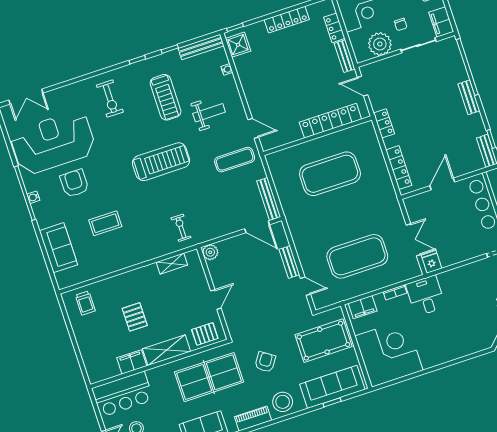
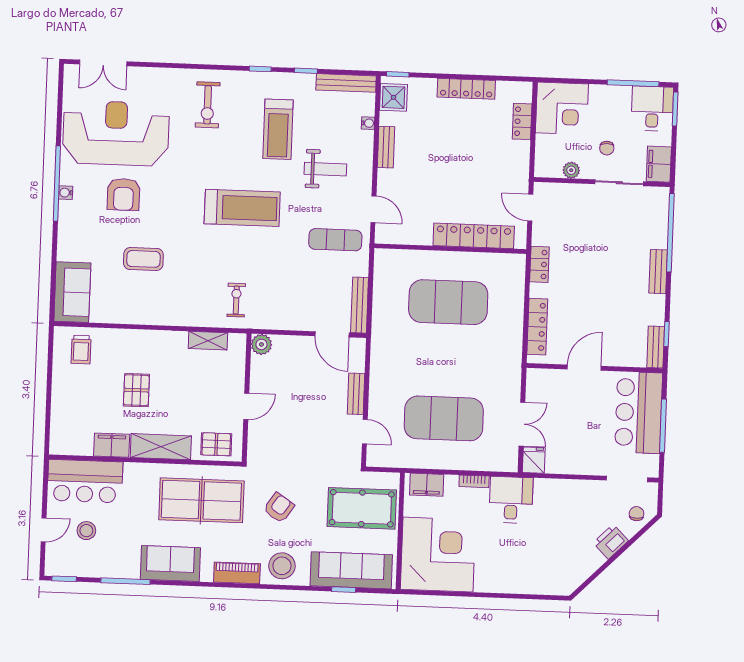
plant: (380, 44) -> (571, 170), width x0.53, depth x0.53
bench: (345, 56) -> (386, 147), moved
armchair: (74, 183) -> (124, 194), turned 180
sofa: (58, 248) -> (72, 292), moved

